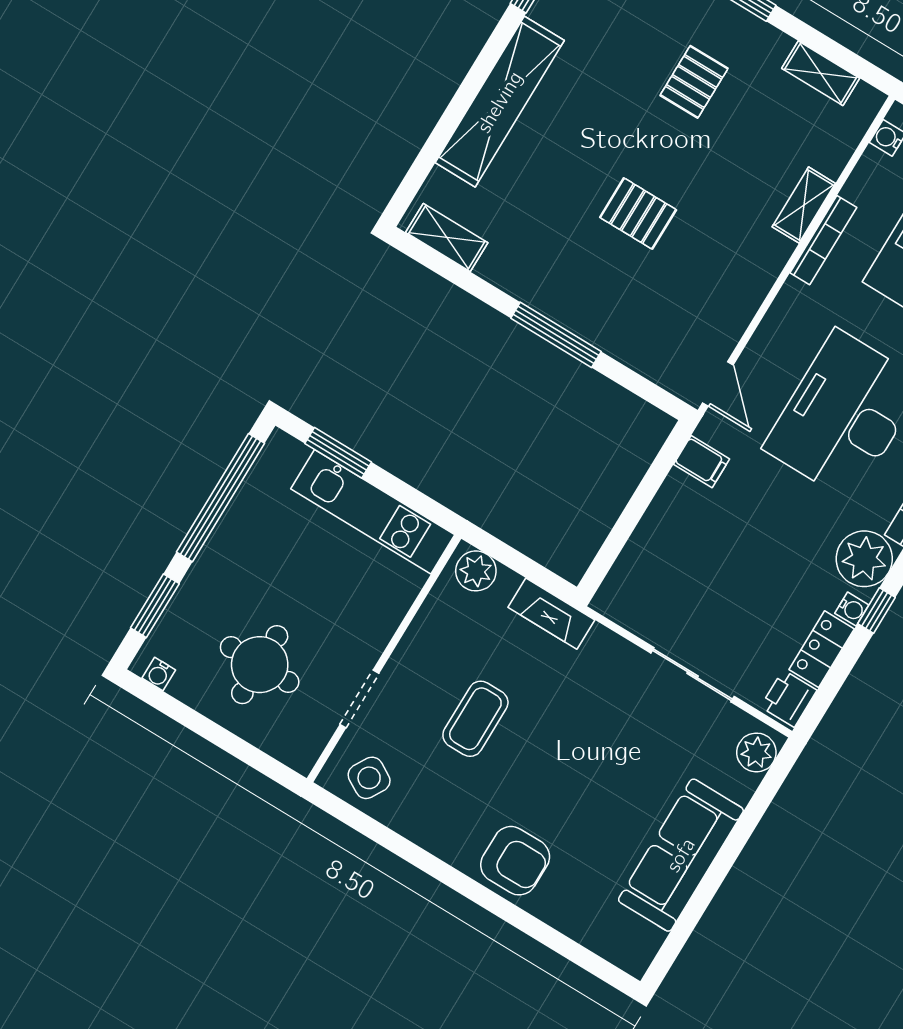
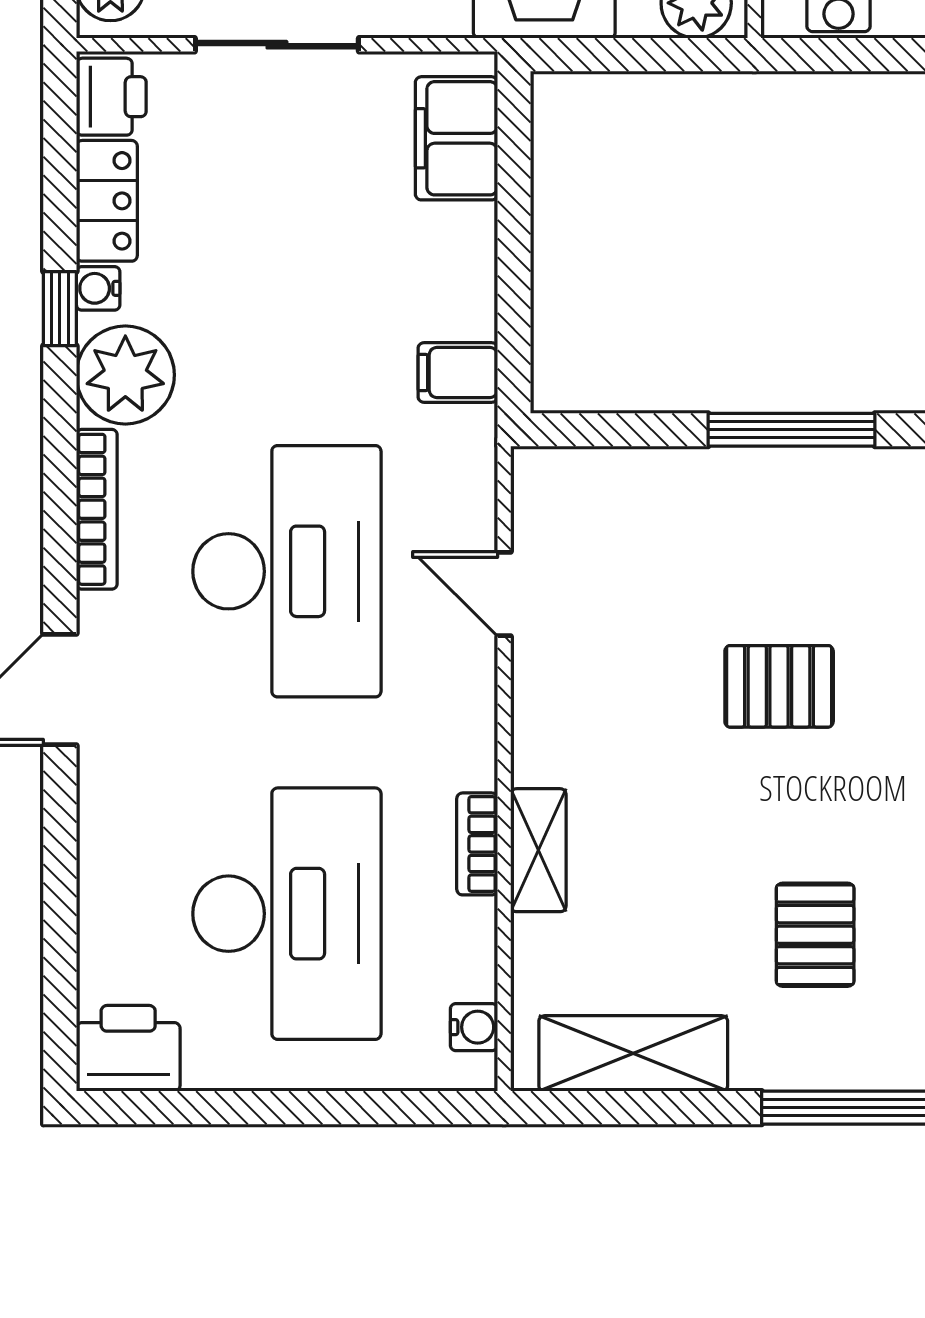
shelving: (821, 73) -> (633, 1053), width x1.50, depth x1.33
bookcase: (823, 240) -> (477, 844), width x0.64
door: (718, 384) -> (504, 594), moved
filing cabinet: (633, 576) -> (456, 138), added

